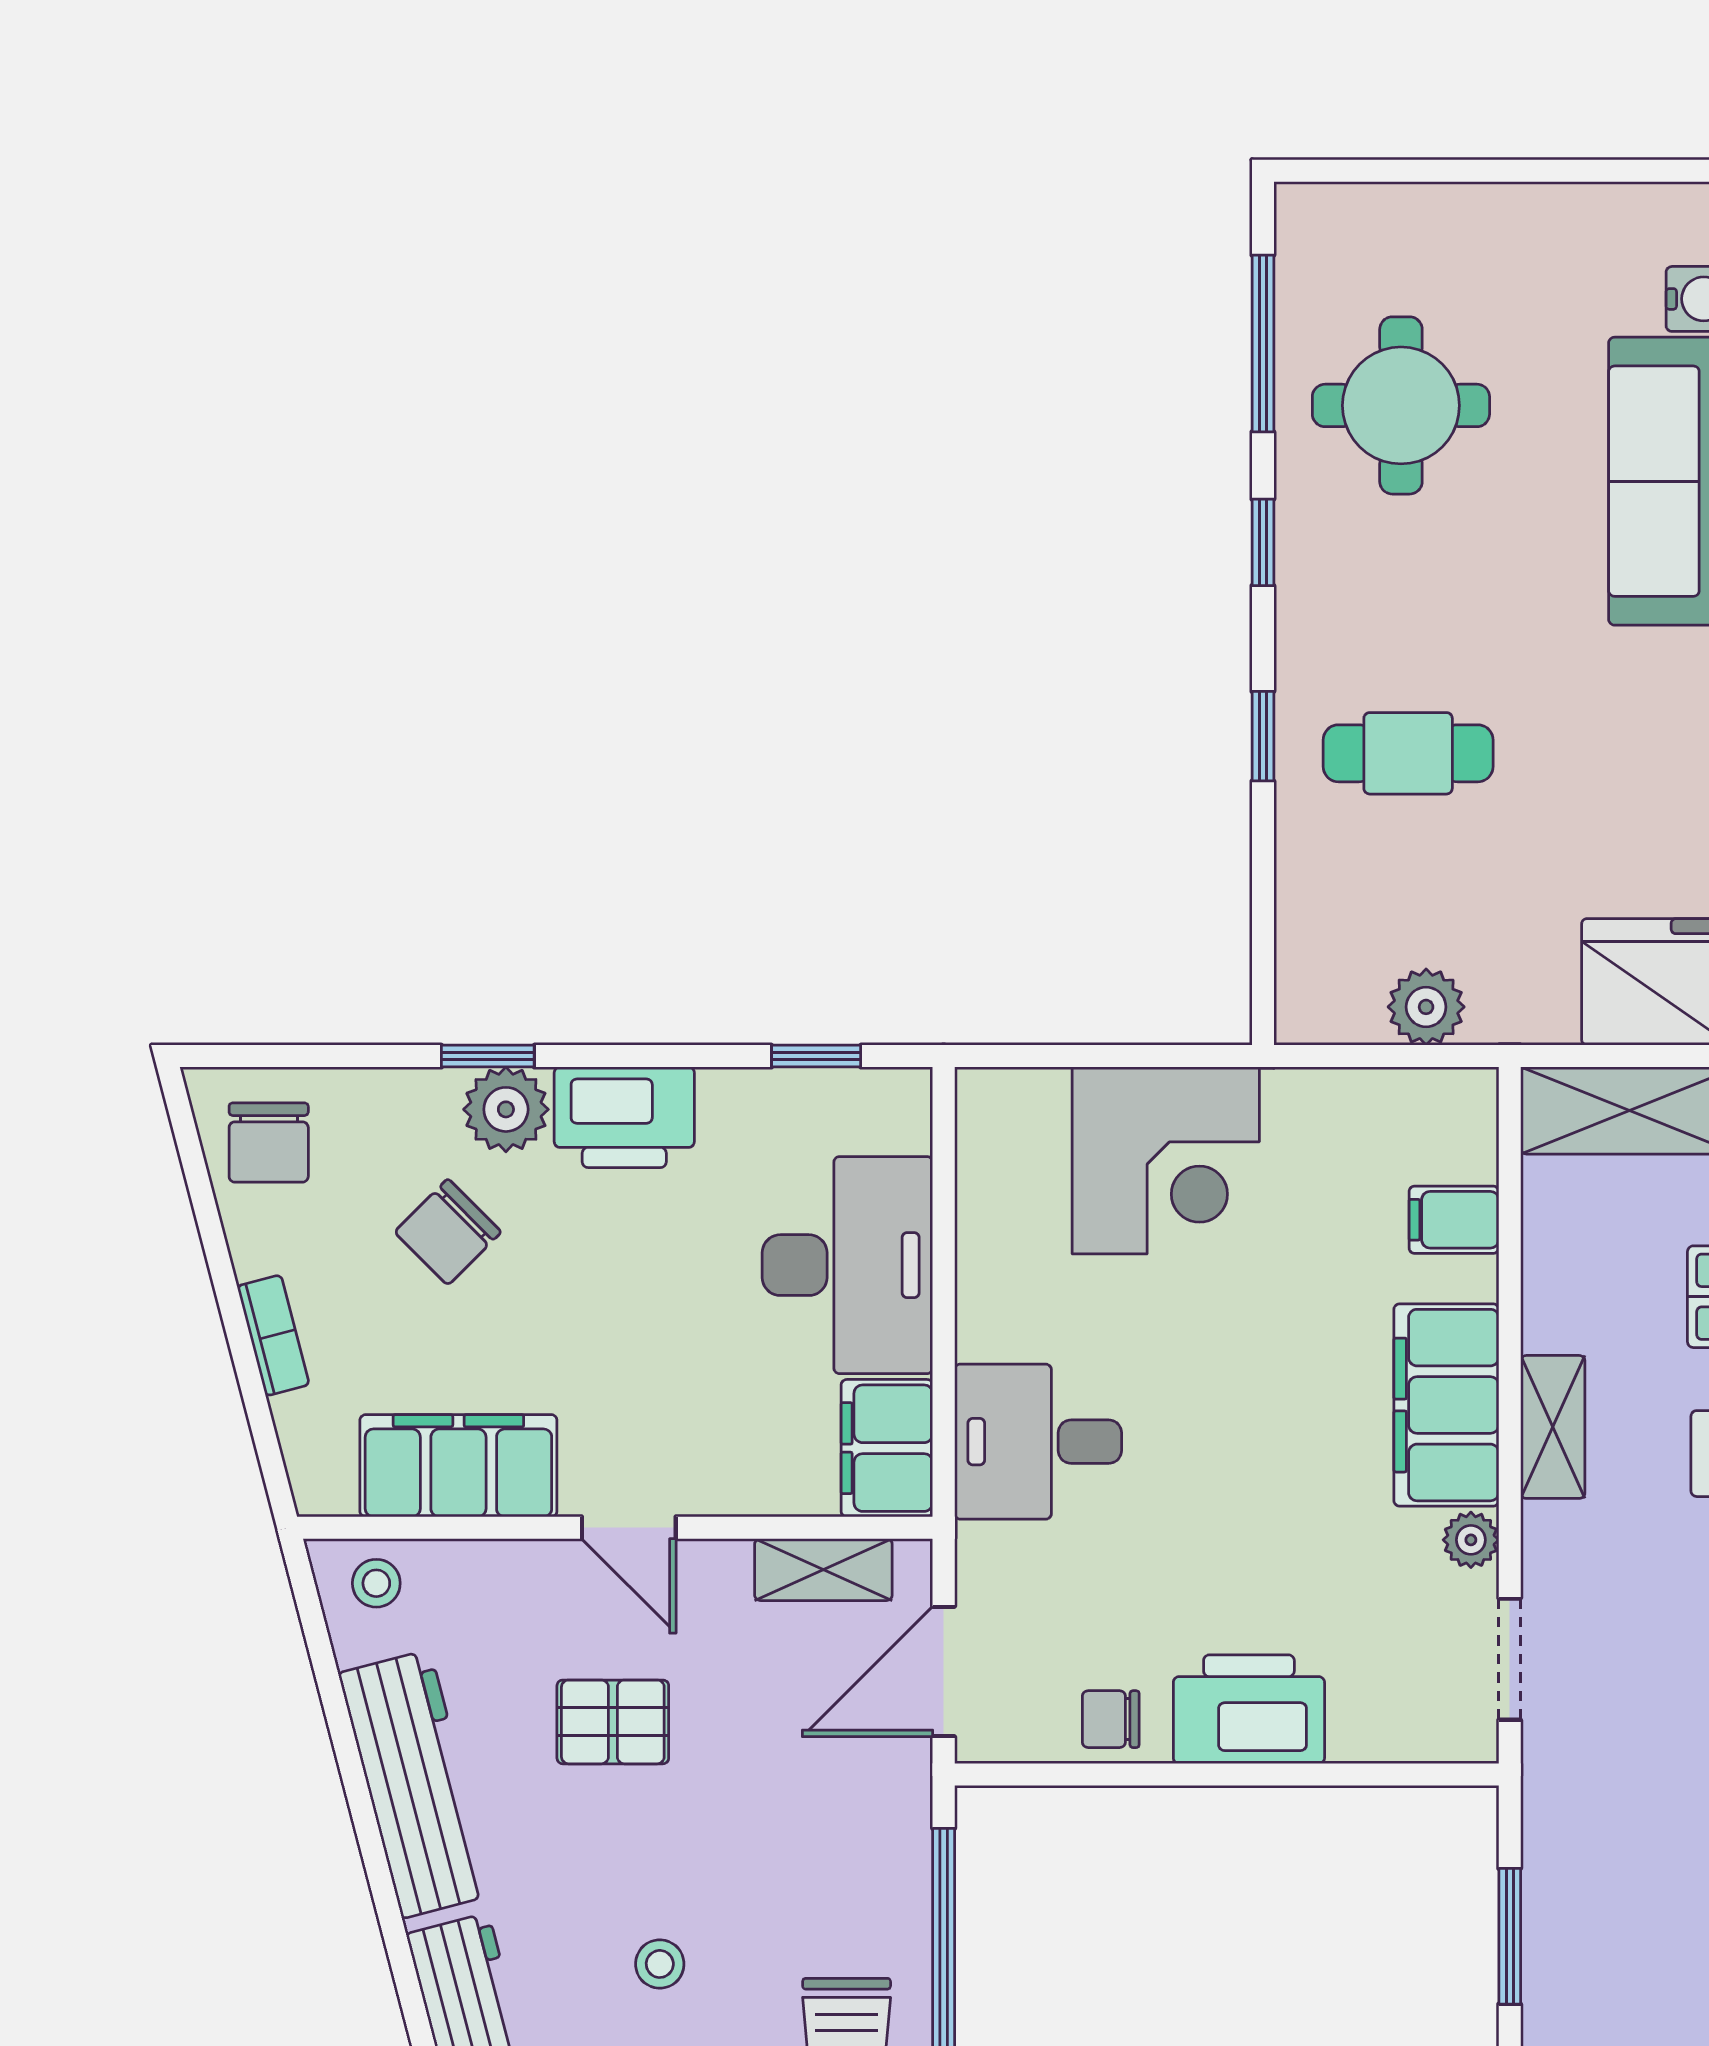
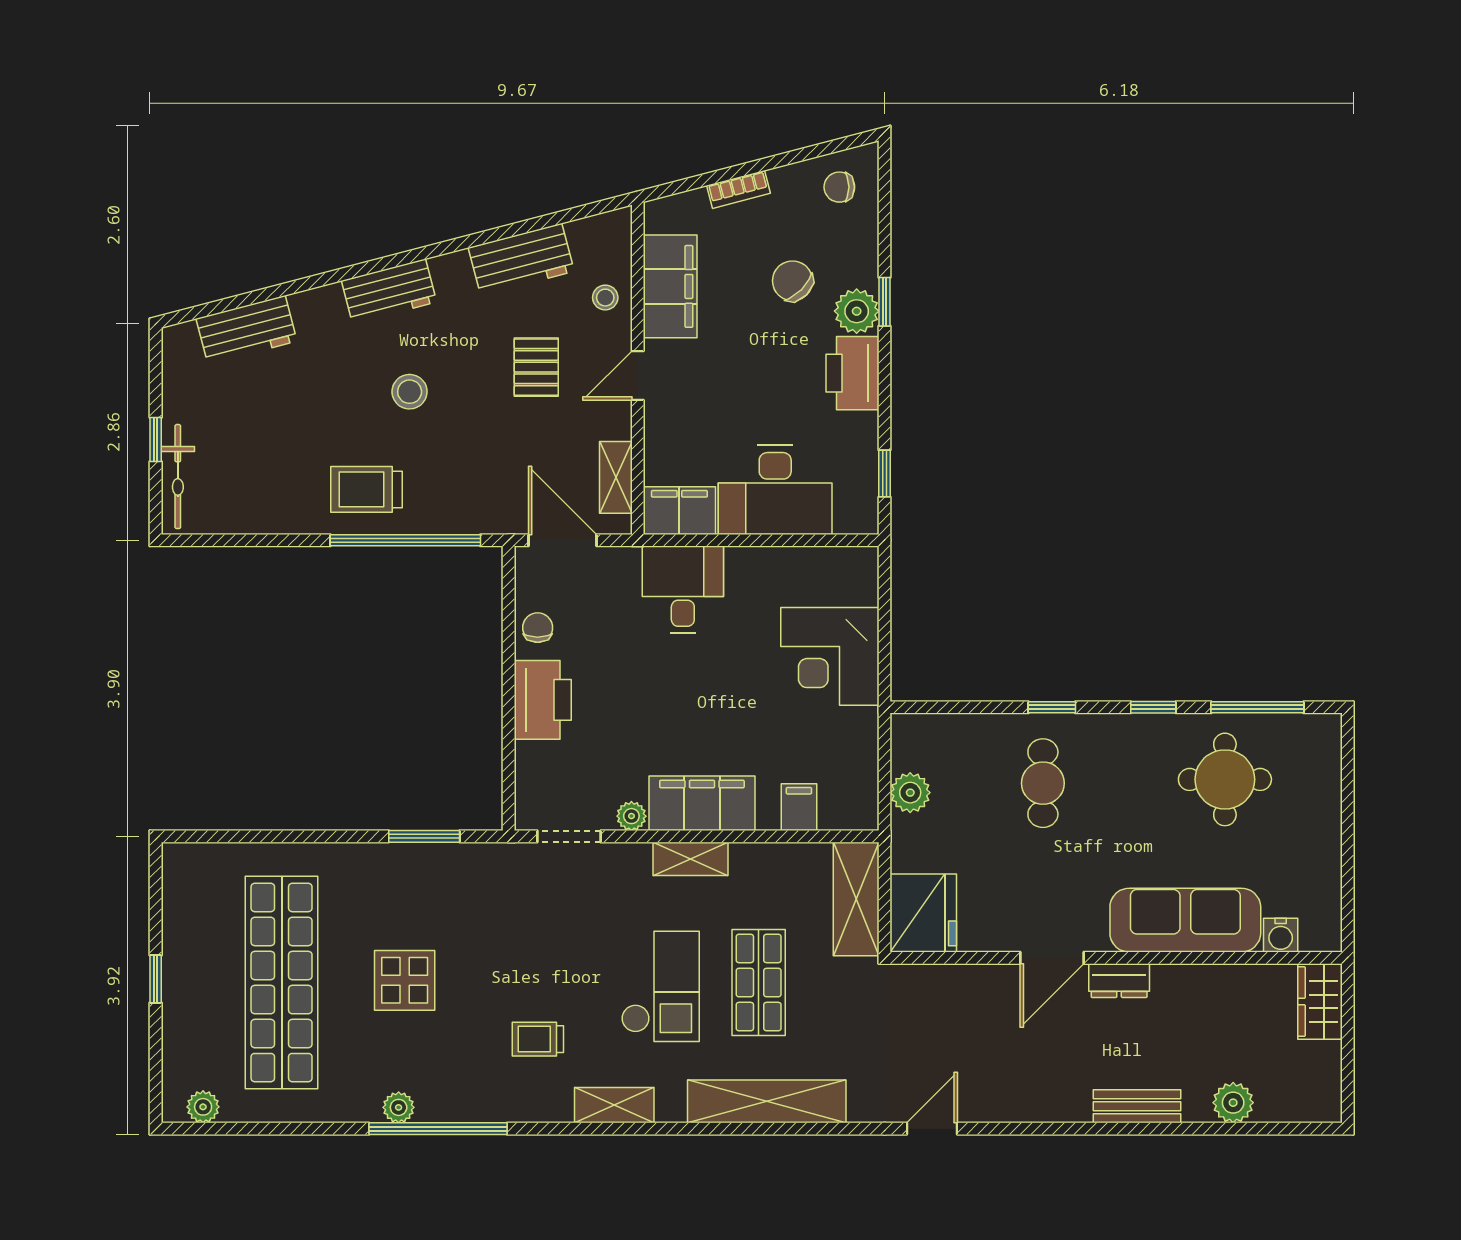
chair: (269, 1142) -> (839, 187), width x0.73, depth x0.73
stool: (376, 1583) -> (605, 298), moved
workbench: (416, 1784) -> (521, 260), width x0.73
stool: (660, 1964) -> (410, 392), width x1.37, depth x1.37

